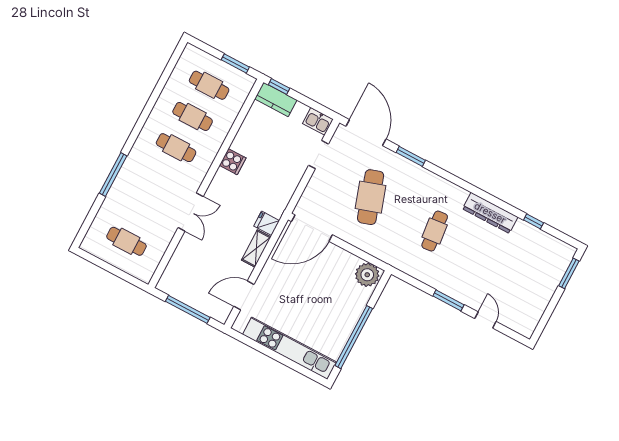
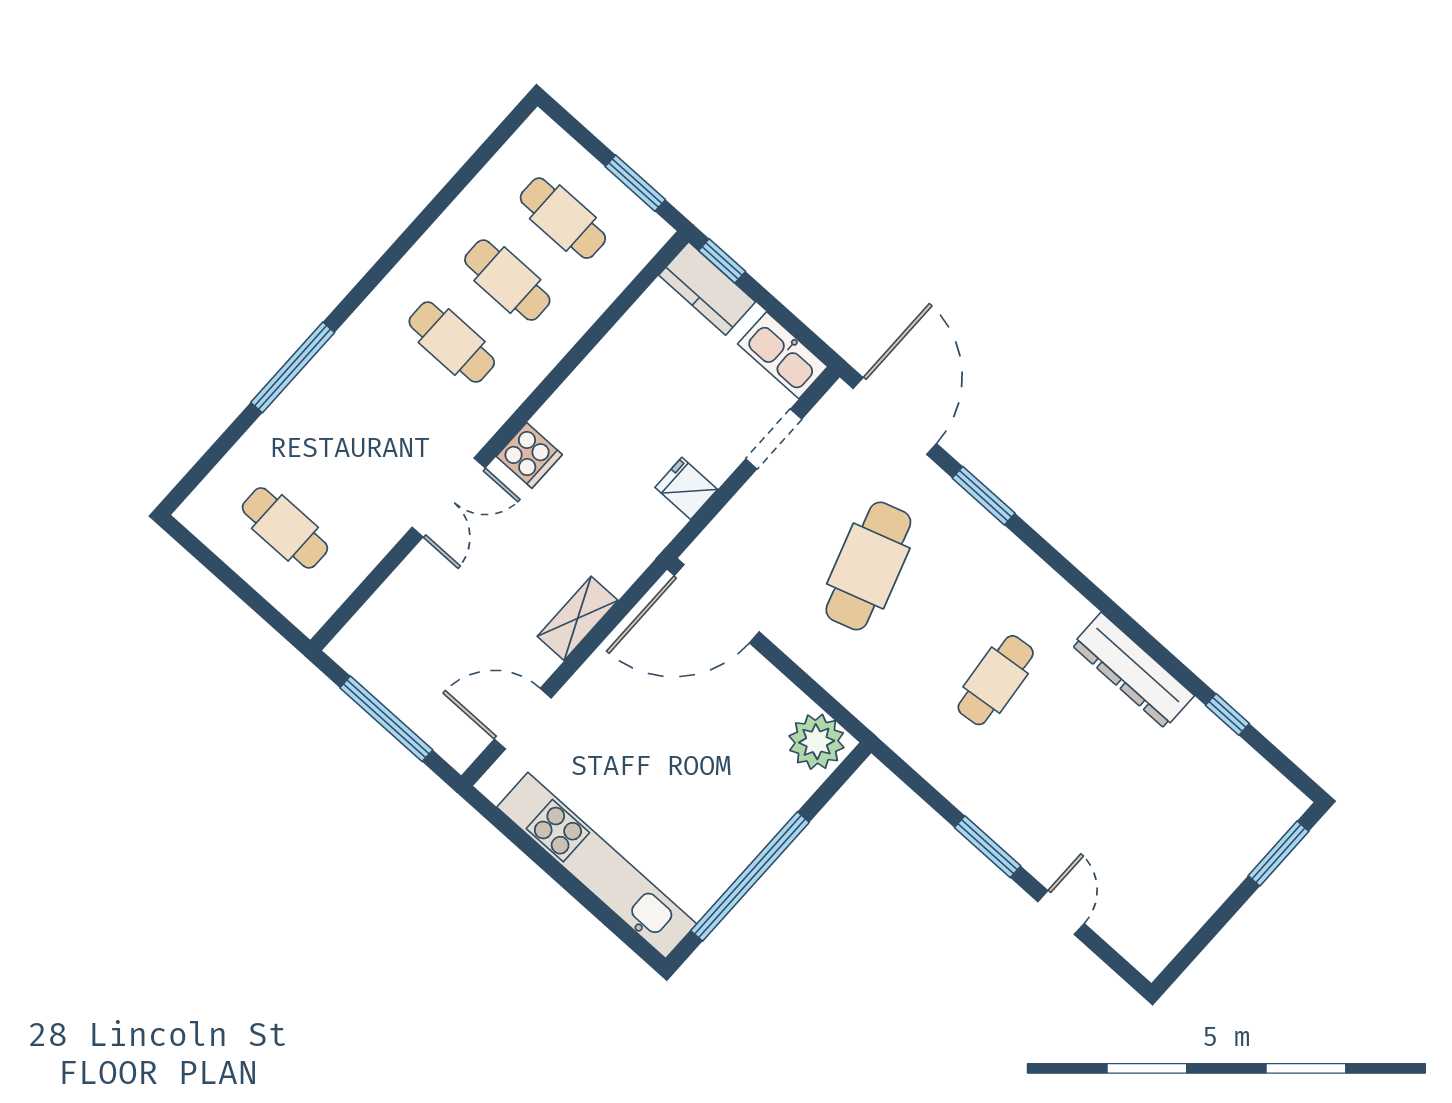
kitchen sink: (318, 121) -> (783, 355), width x1.38
cooker: (233, 162) -> (529, 455), moved
fridge: (267, 223) -> (686, 488), moved

